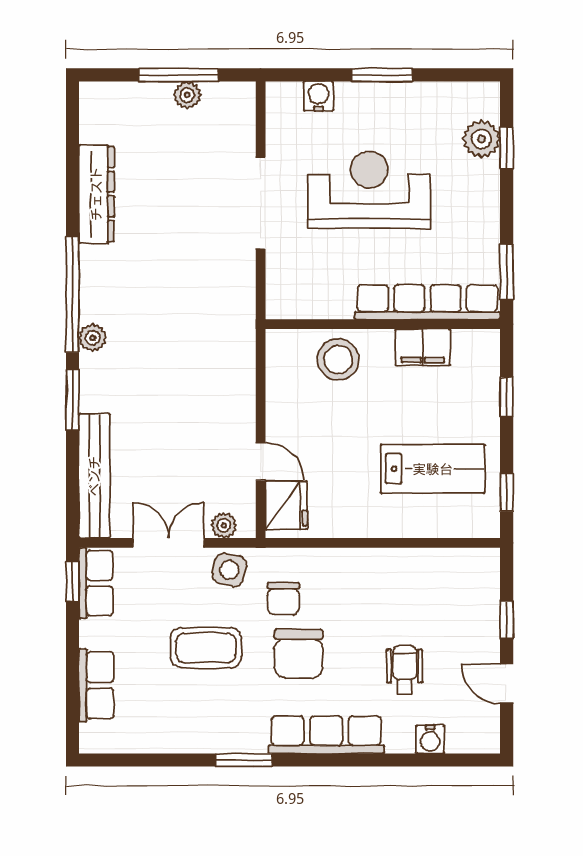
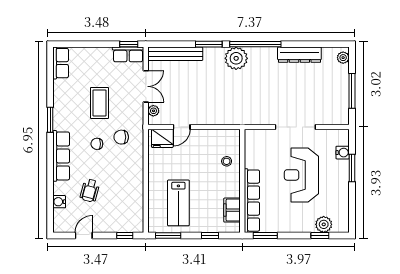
window: (382, 75) -> (352, 168), moved
plant: (187, 95) -> (343, 58), moved
reception desk: (369, 190) -> (301, 175), turned 180
plant: (93, 338) -> (236, 58), width x1.88, depth x1.88
filing cabinet: (423, 347) -> (232, 210), moved
stool: (338, 360) -> (227, 161), width x0.53, depth x0.53
window: (507, 492) -> (168, 235), width x1.50
side table: (229, 570) -> (134, 113), removed
window: (507, 620) -> (125, 235), moved
chair: (299, 654) -> (97, 144), width x0.54, depth x0.54
wheelchair: (405, 670) -> (90, 191), turned 105
row of seats: (96, 685) -> (61, 63), moved, turned -90

